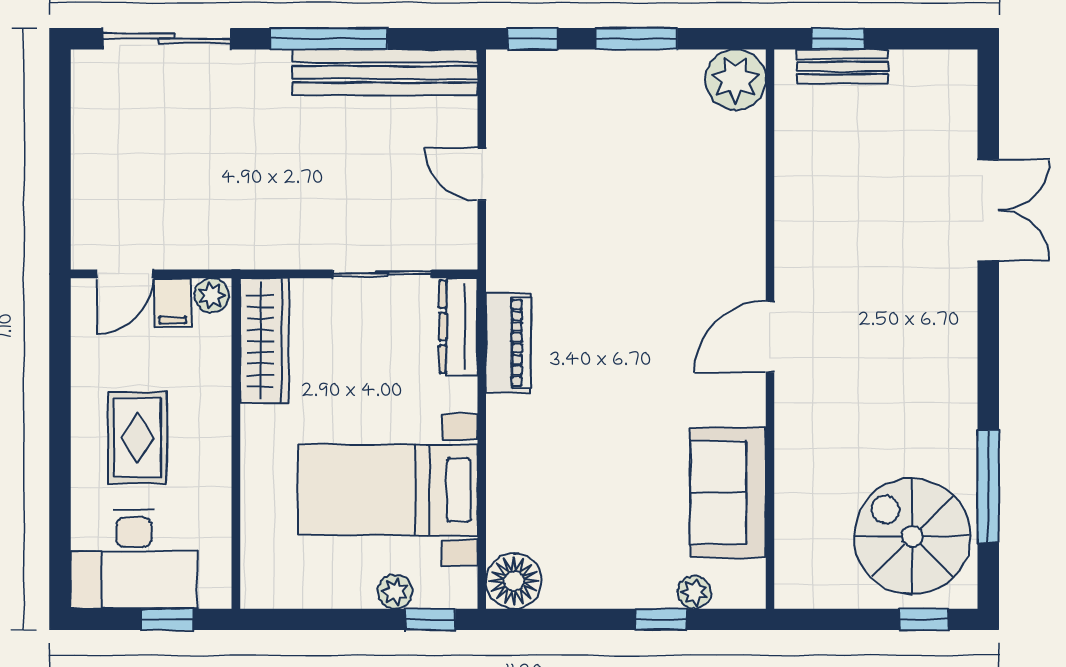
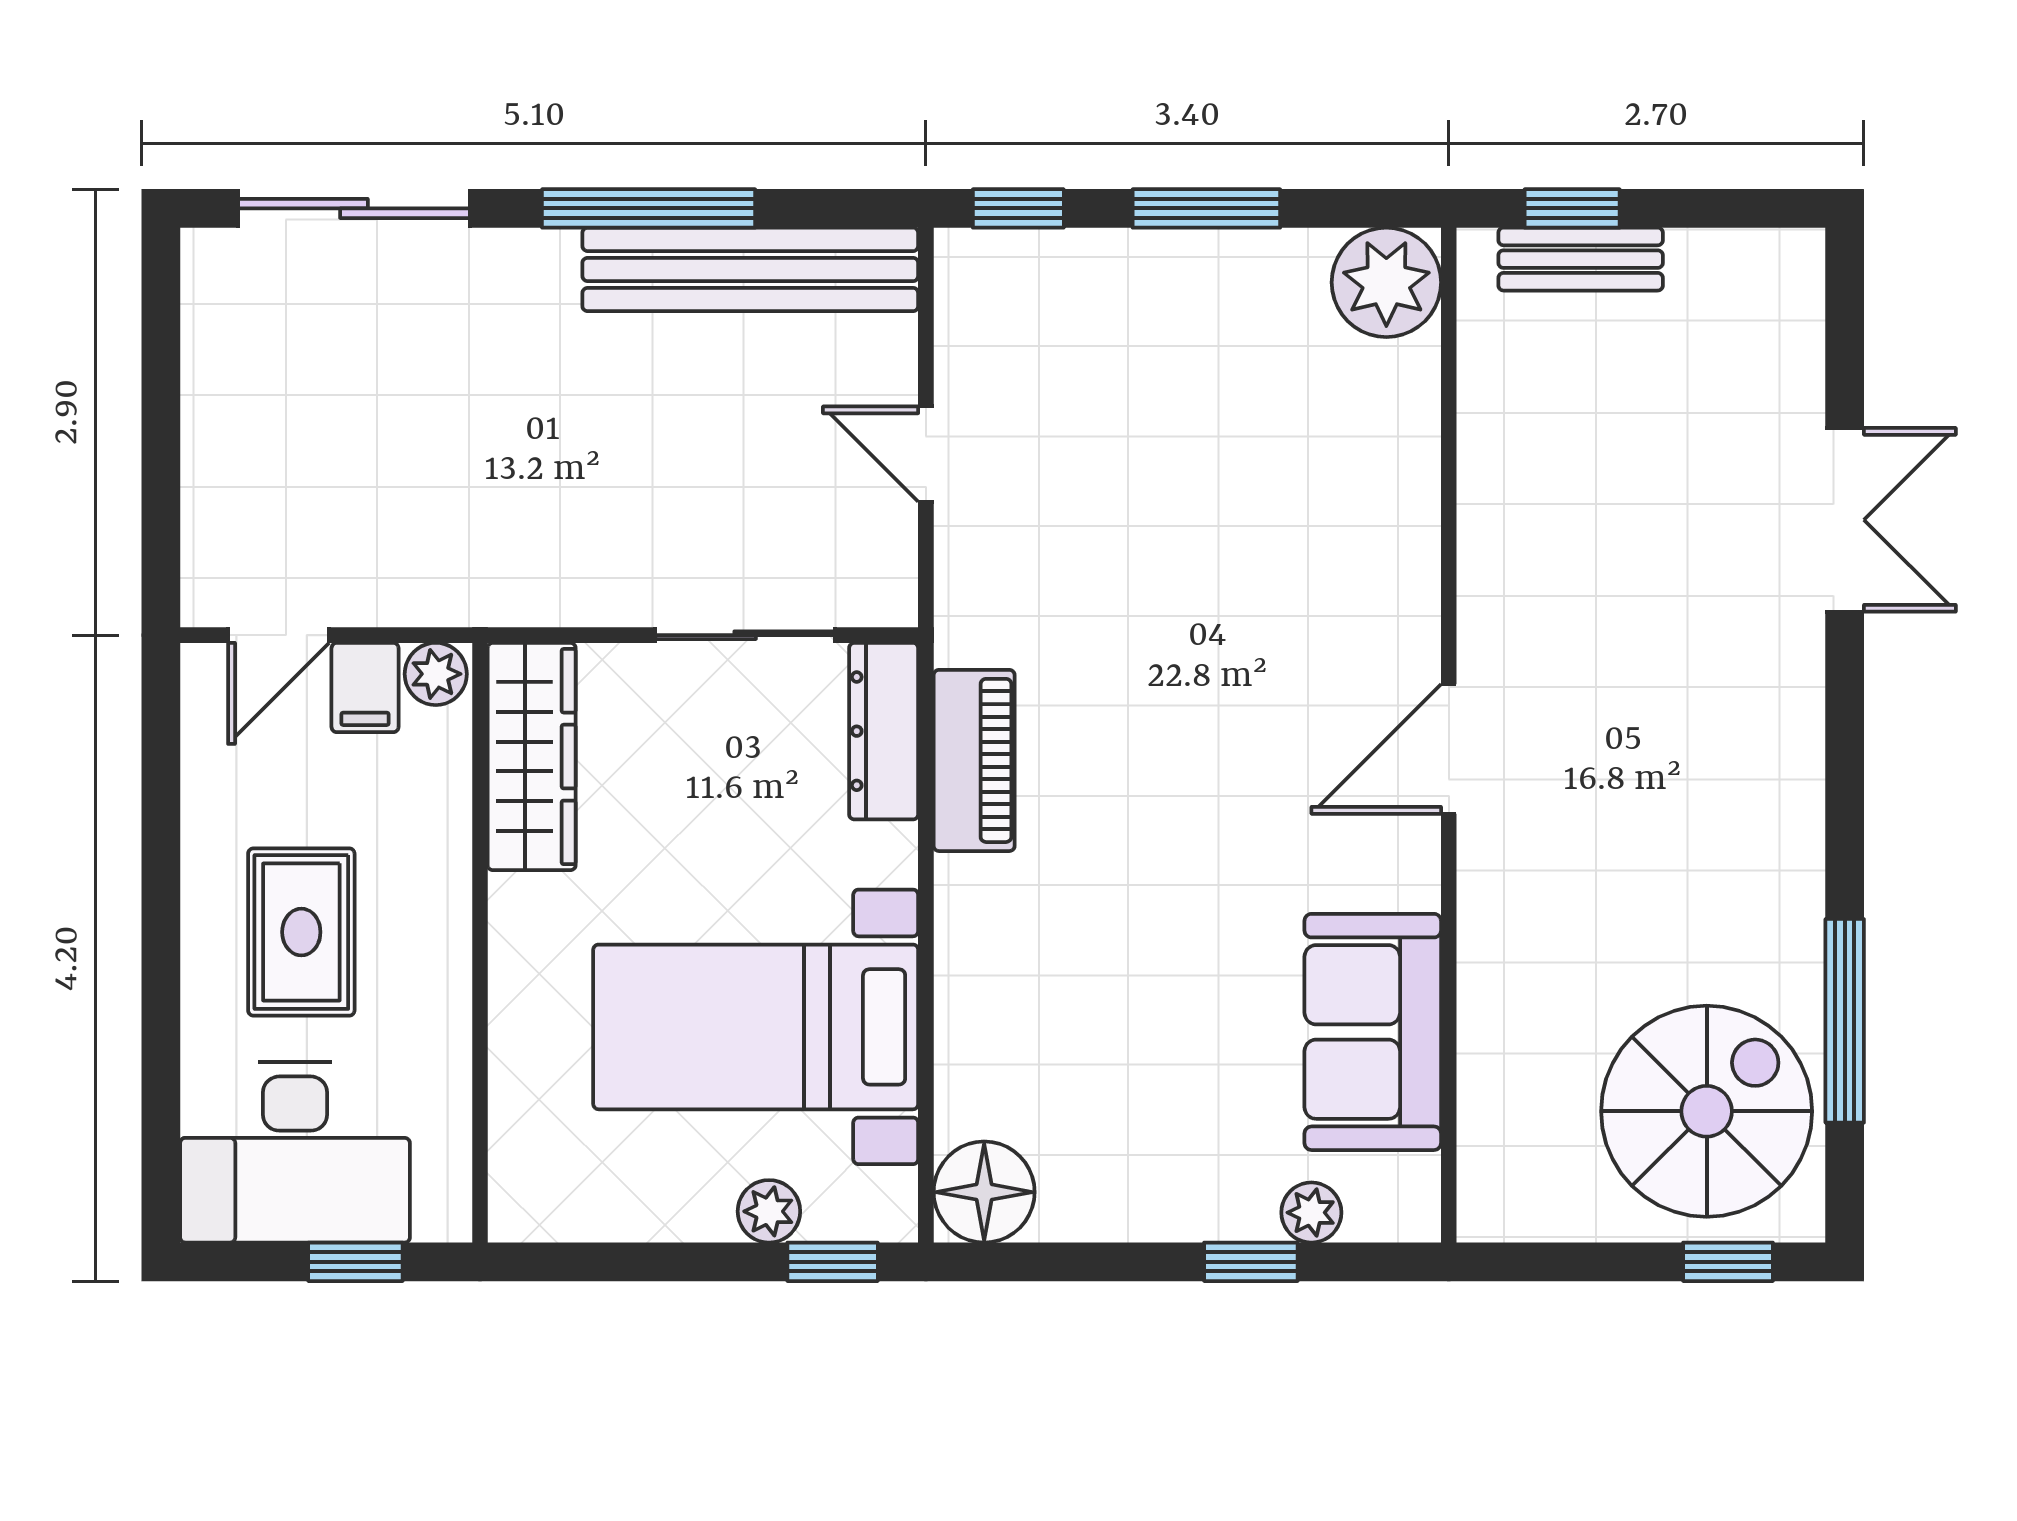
spiral stairs: (912, 536) -> (1707, 1111), turned 90

